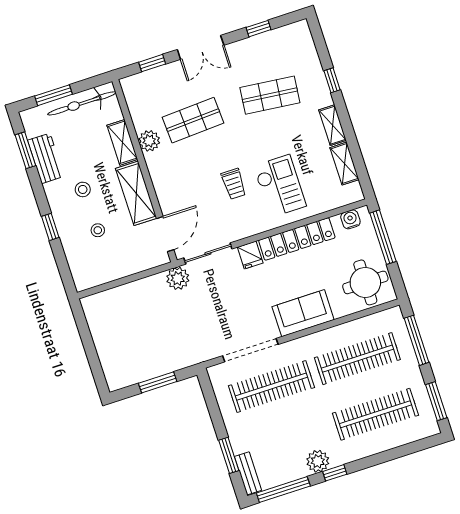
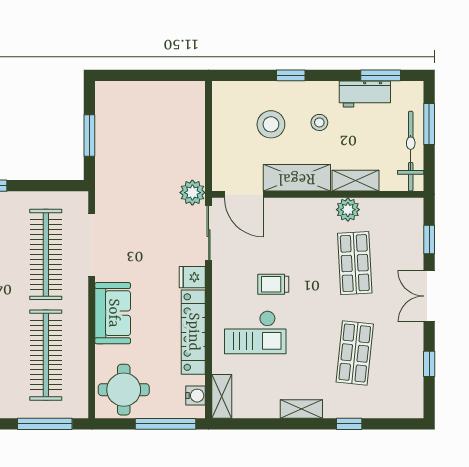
shelving: (345, 164) -> (222, 396), moved, turned 90
stool: (98, 230) -> (271, 124), width x1.89, depth x1.89

